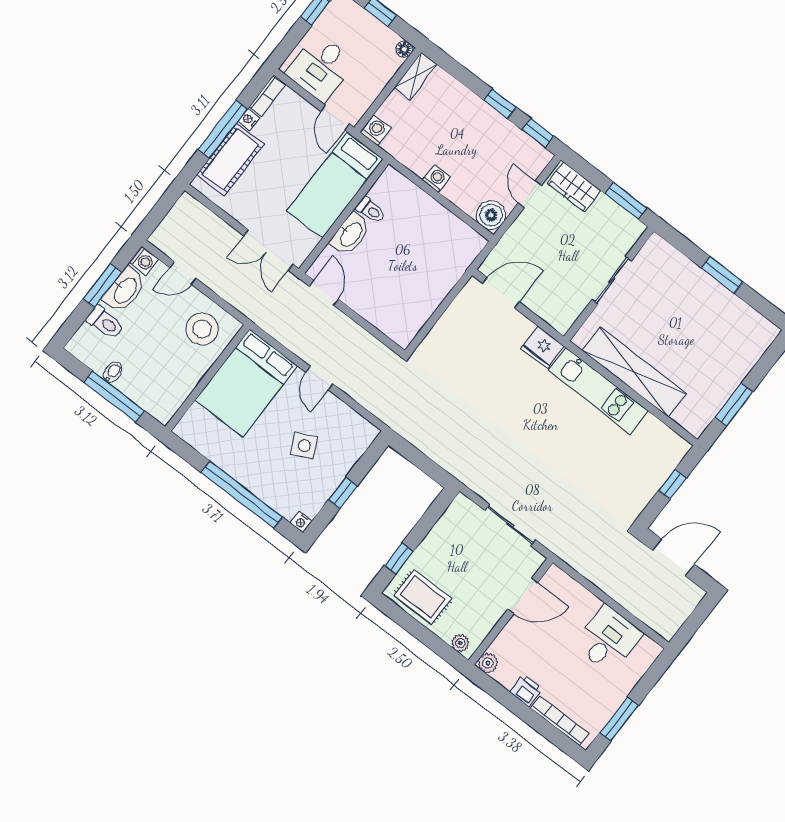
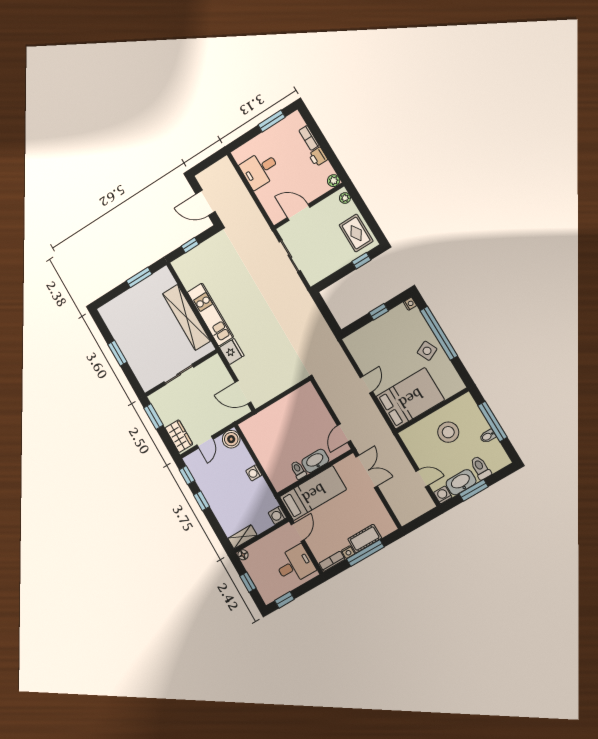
cot: (230, 160) -> (365, 539), width x0.73, depth x0.75
stool: (202, 329) -> (448, 432), moved
side table: (304, 446) -> (427, 351), moved
bookcase: (560, 721) -> (309, 138), width x0.64

